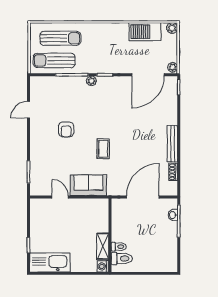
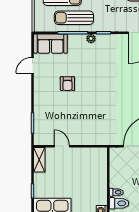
sun lounger: (54, 60) -> (74, 18), moved
coffee table: (103, 149) -> (102, 101), removed
sofa: (88, 185) -> (50, 44), moved, turned 180
shelving: (103, 246) -> (39, 160), moved

